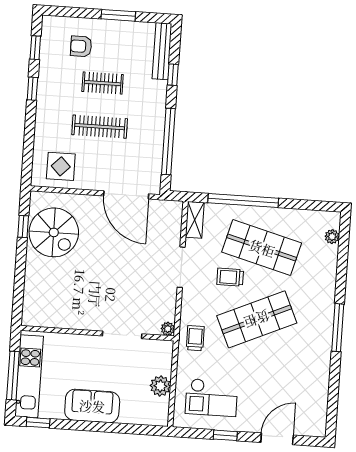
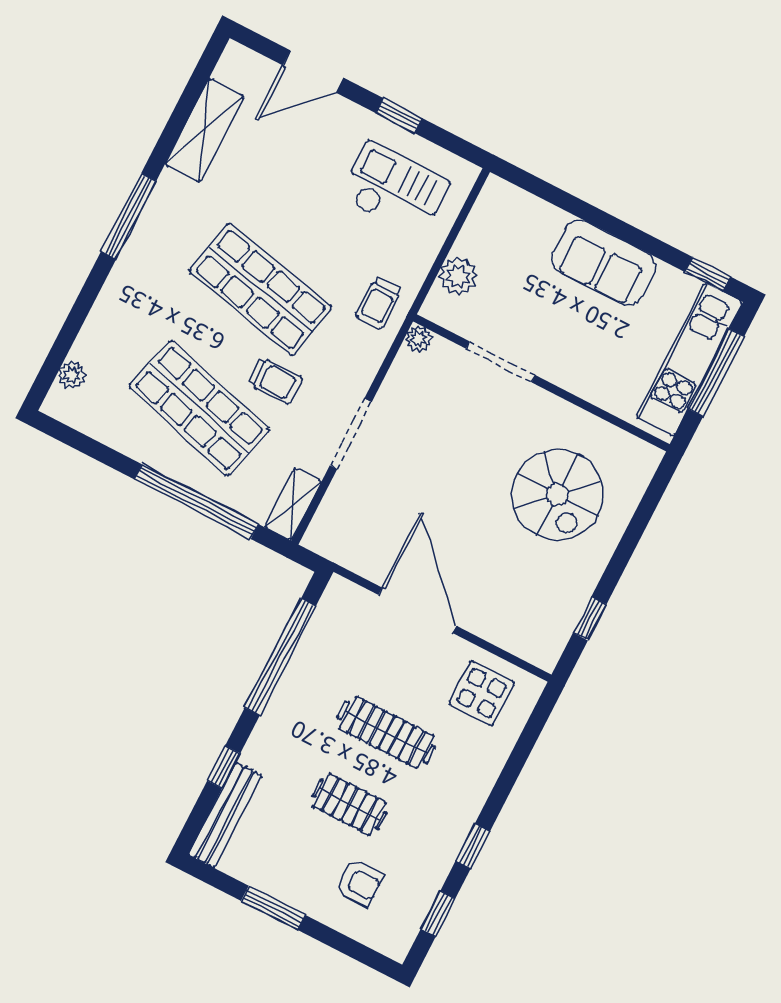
door: (126, 195) -> (418, 610), moved
spiral stairs: (54, 232) -> (557, 495), moved, turned 180
shop shelf: (257, 319) -> (260, 289), turned 36
plant: (160, 386) -> (458, 276), moved
shelving: (319, 387) -> (204, 130), added

